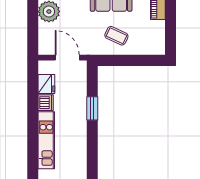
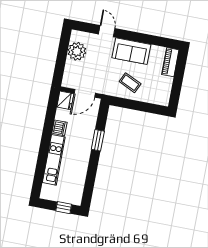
door: (67, 58) -> (85, 93), swing flipped
fridge: (46, 84) -> (65, 100), moved

